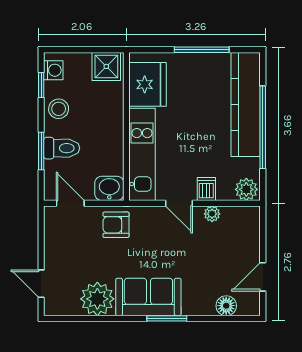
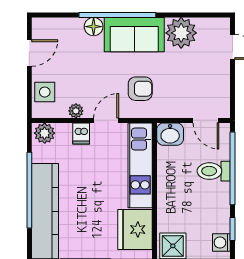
stool: (59, 109) -> (217, 207), removed
window: (41, 151) -> (233, 168), width x2.11
door: (179, 203) -> (106, 121), hinge flipped
armchair: (116, 225) -> (140, 89), moved
side table: (246, 234) -> (45, 92), added
floor lamp: (226, 306) -> (94, 27), moved
window: (167, 318) -> (117, 15), width x2.11

